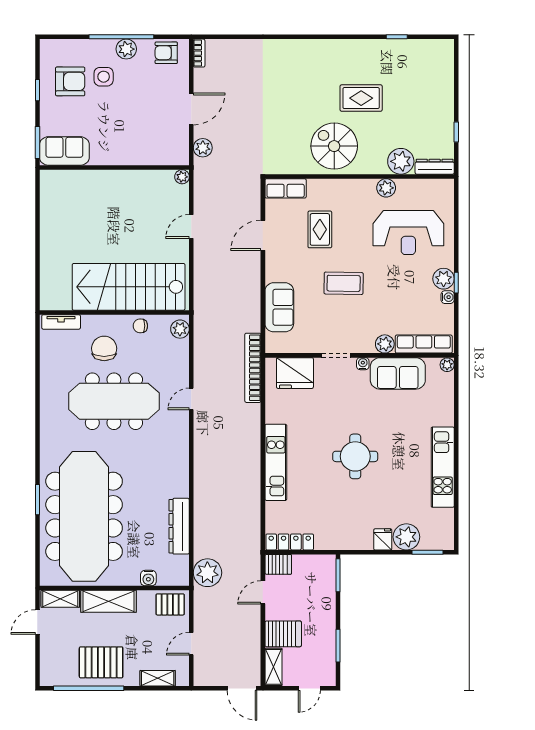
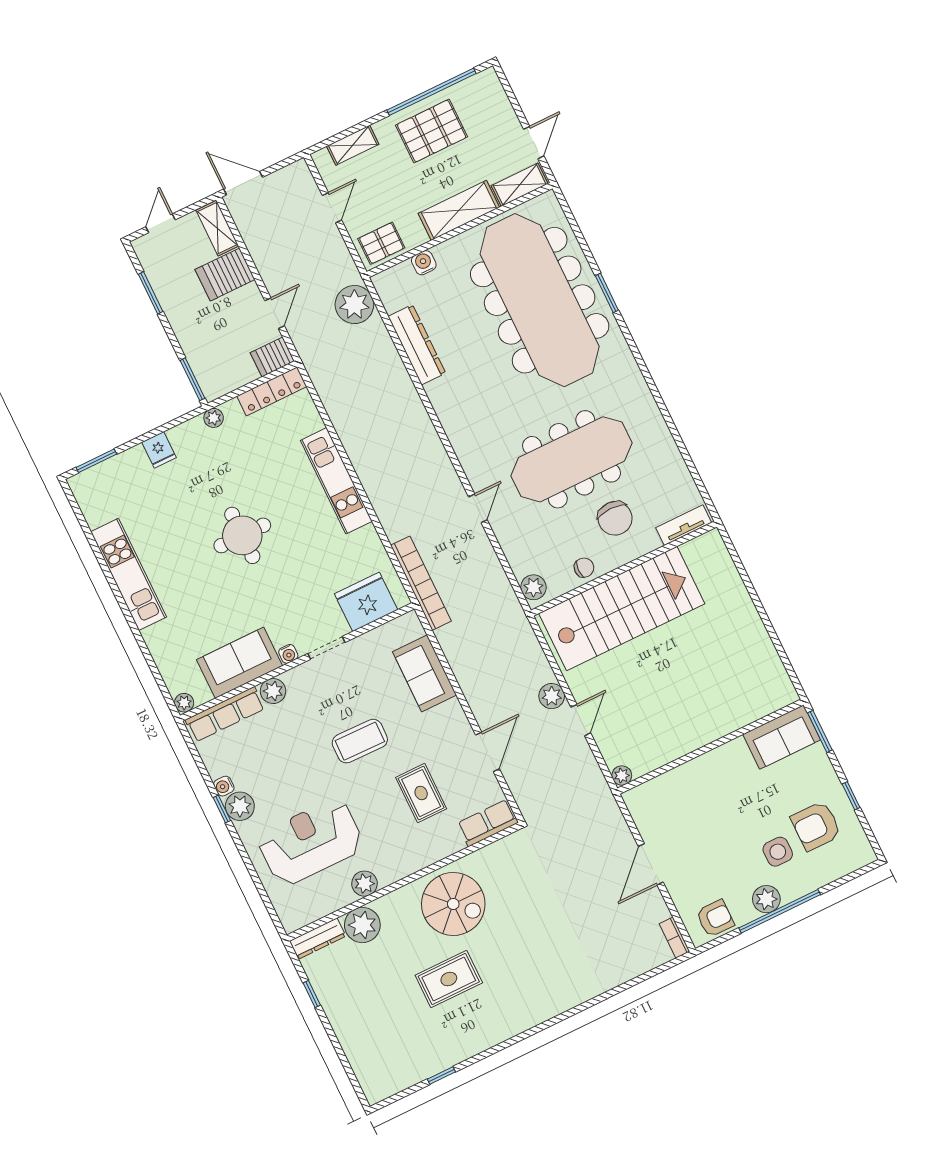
plant: (203, 148) -> (552, 696), moved
plant: (406, 537) -> (214, 418), moved, width x0.53, depth x0.53

